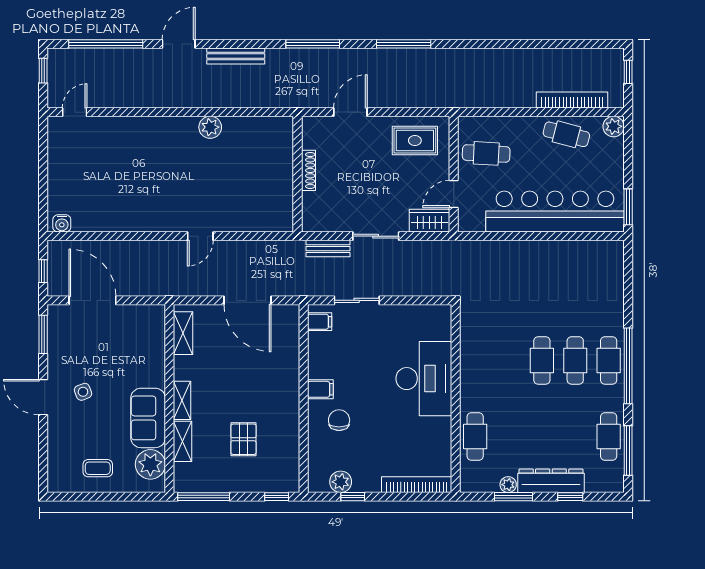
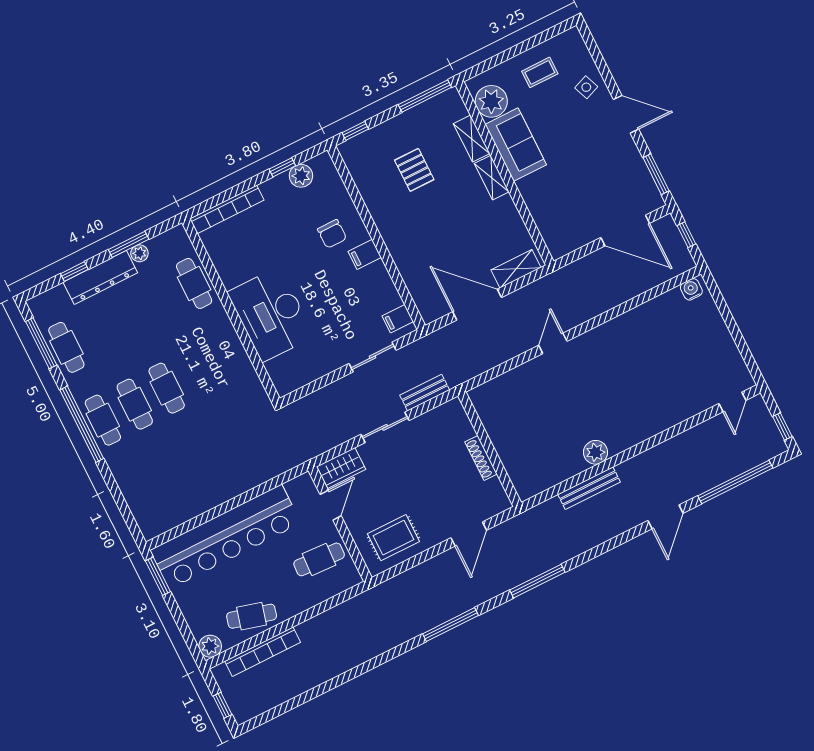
bench: (236, 56) -> (589, 488), moved
shelving: (183, 333) -> (516, 269), moved, turned 90
side table: (83, 392) -> (586, 87), moved

